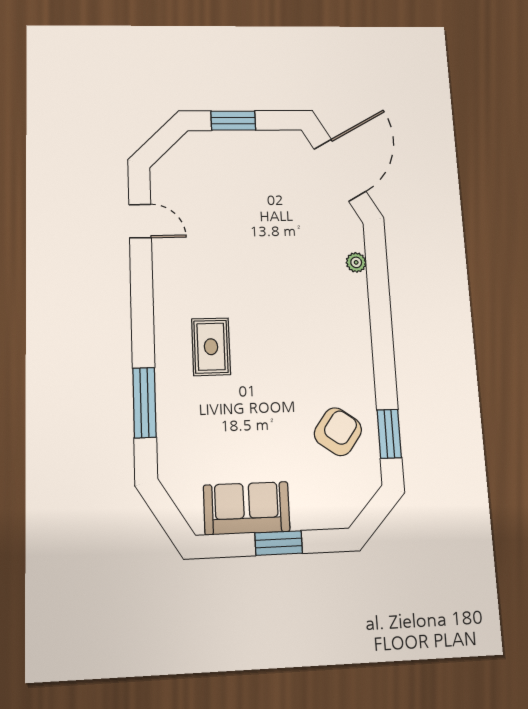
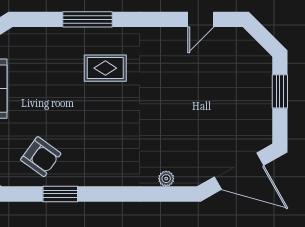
window: (144, 403) -> (87, 19), moved
window: (389, 434) -> (60, 194), moved

